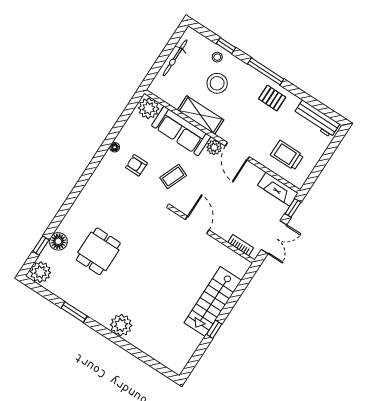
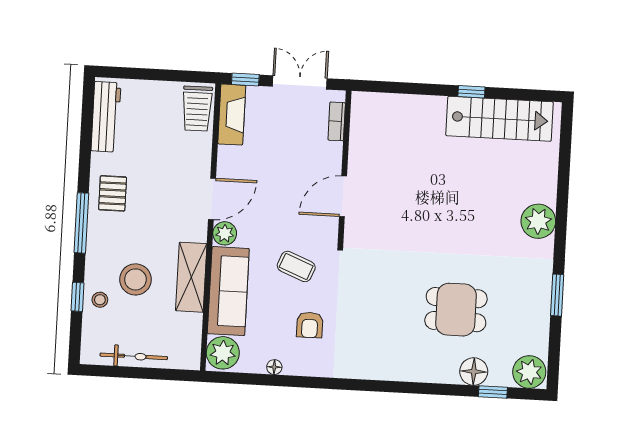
floor lamp: (115, 147) -> (274, 367), moved
trolley: (287, 155) -> (197, 109), moved
stairs: (213, 301) -> (499, 119), moved

